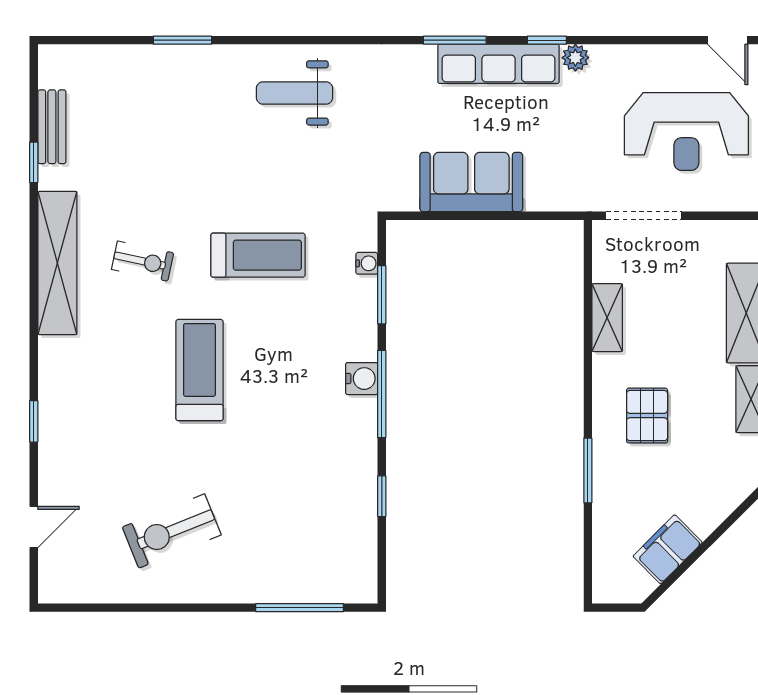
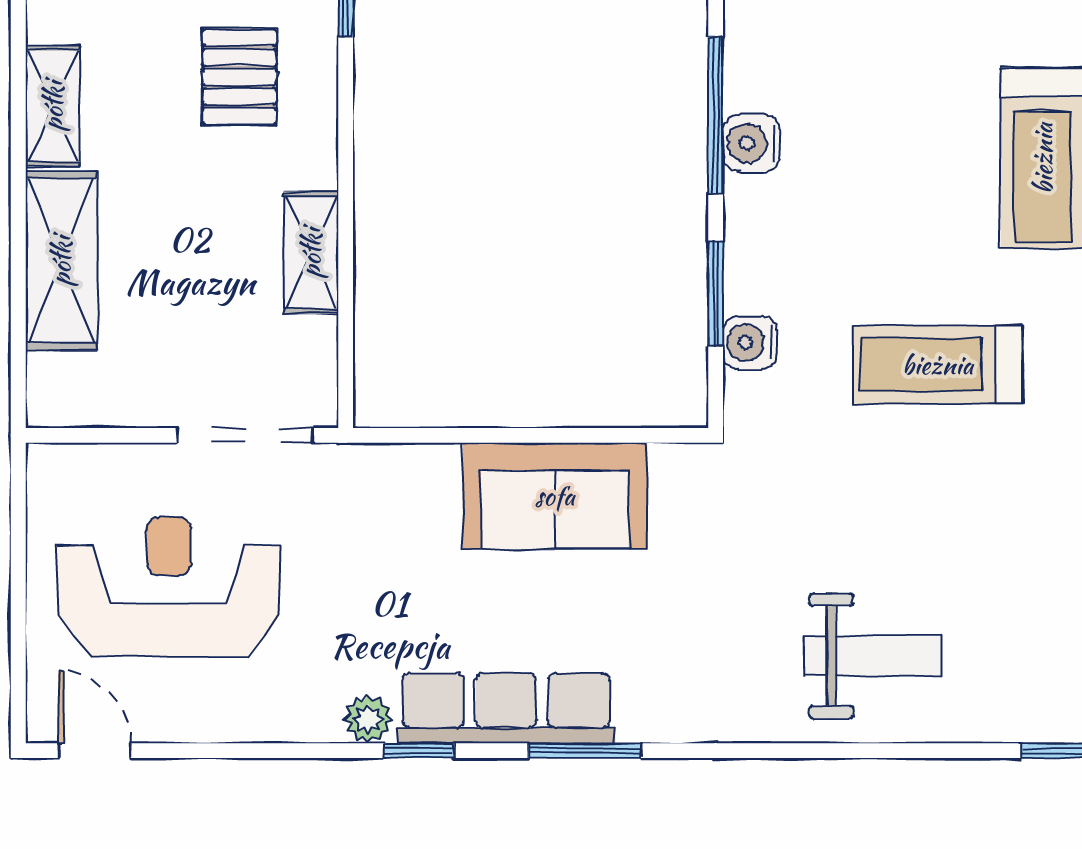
water cooler: (367, 263) -> (750, 343), width x1.38, depth x1.38

